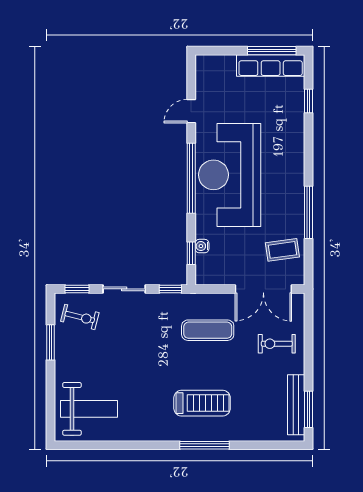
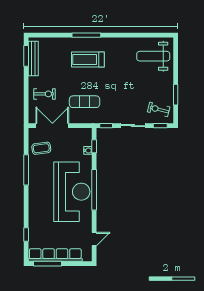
row of seats: (271, 65) -> (55, 255), width x1.36
door: (191, 111) -> (94, 239), moved

